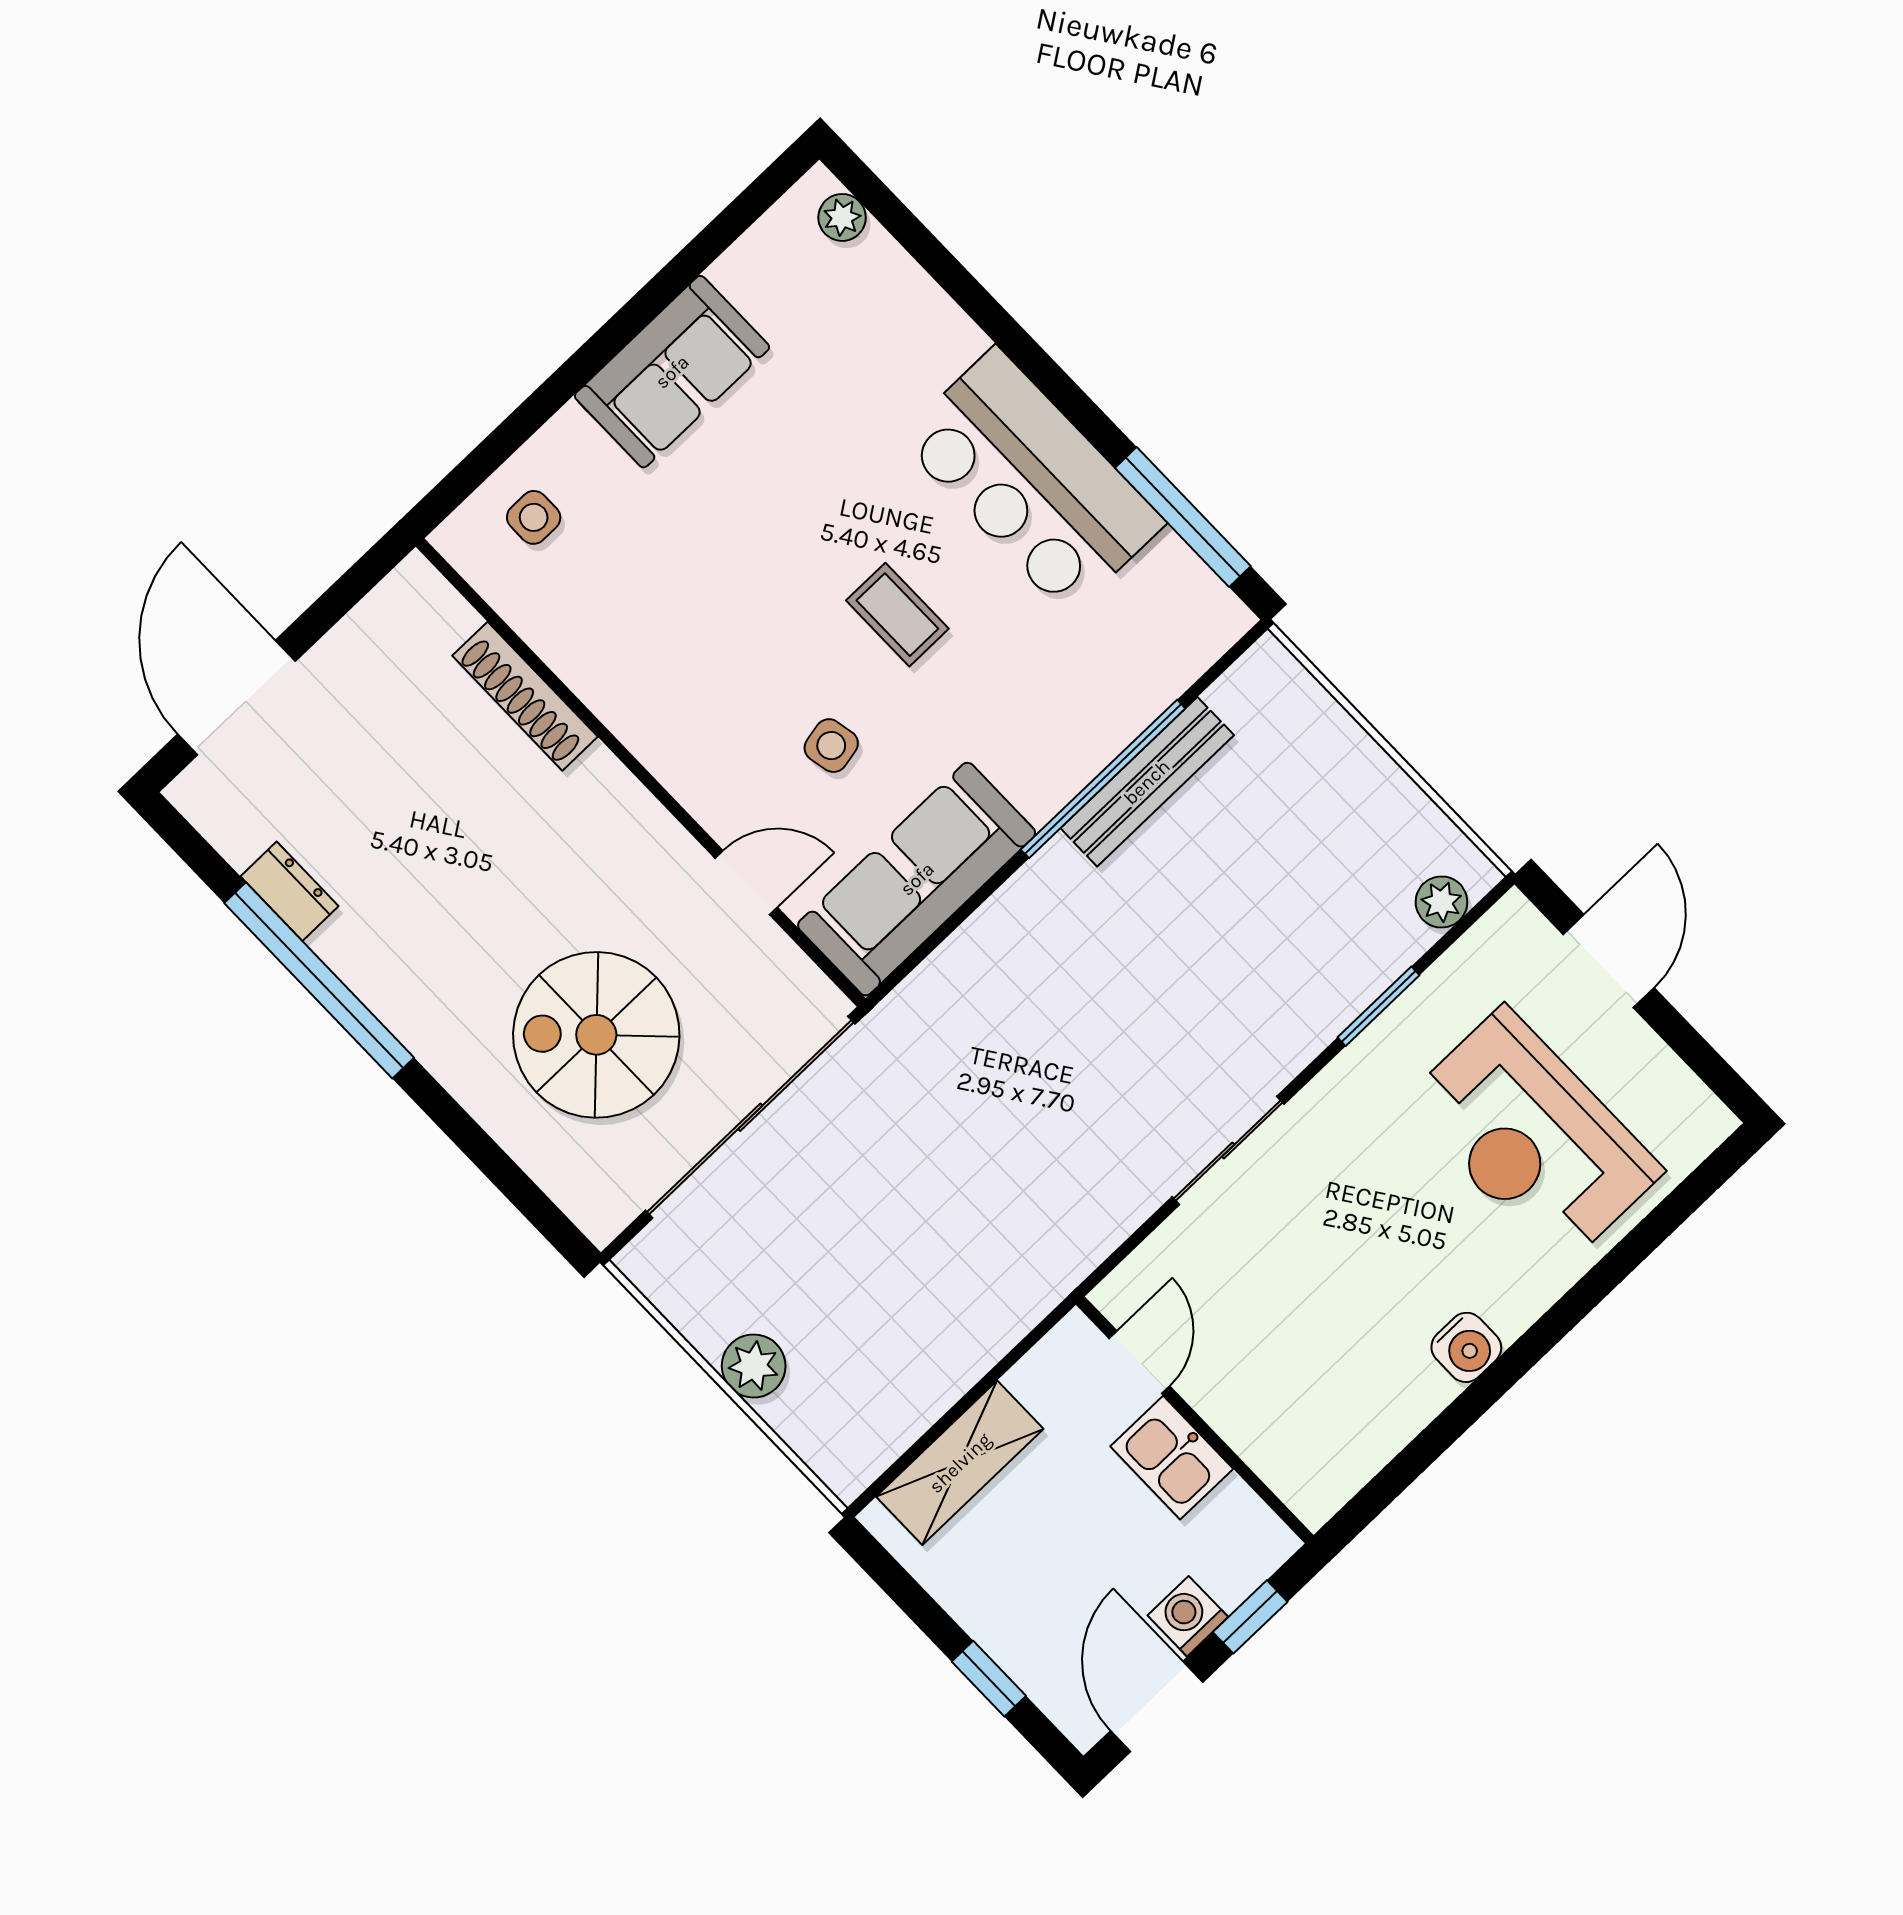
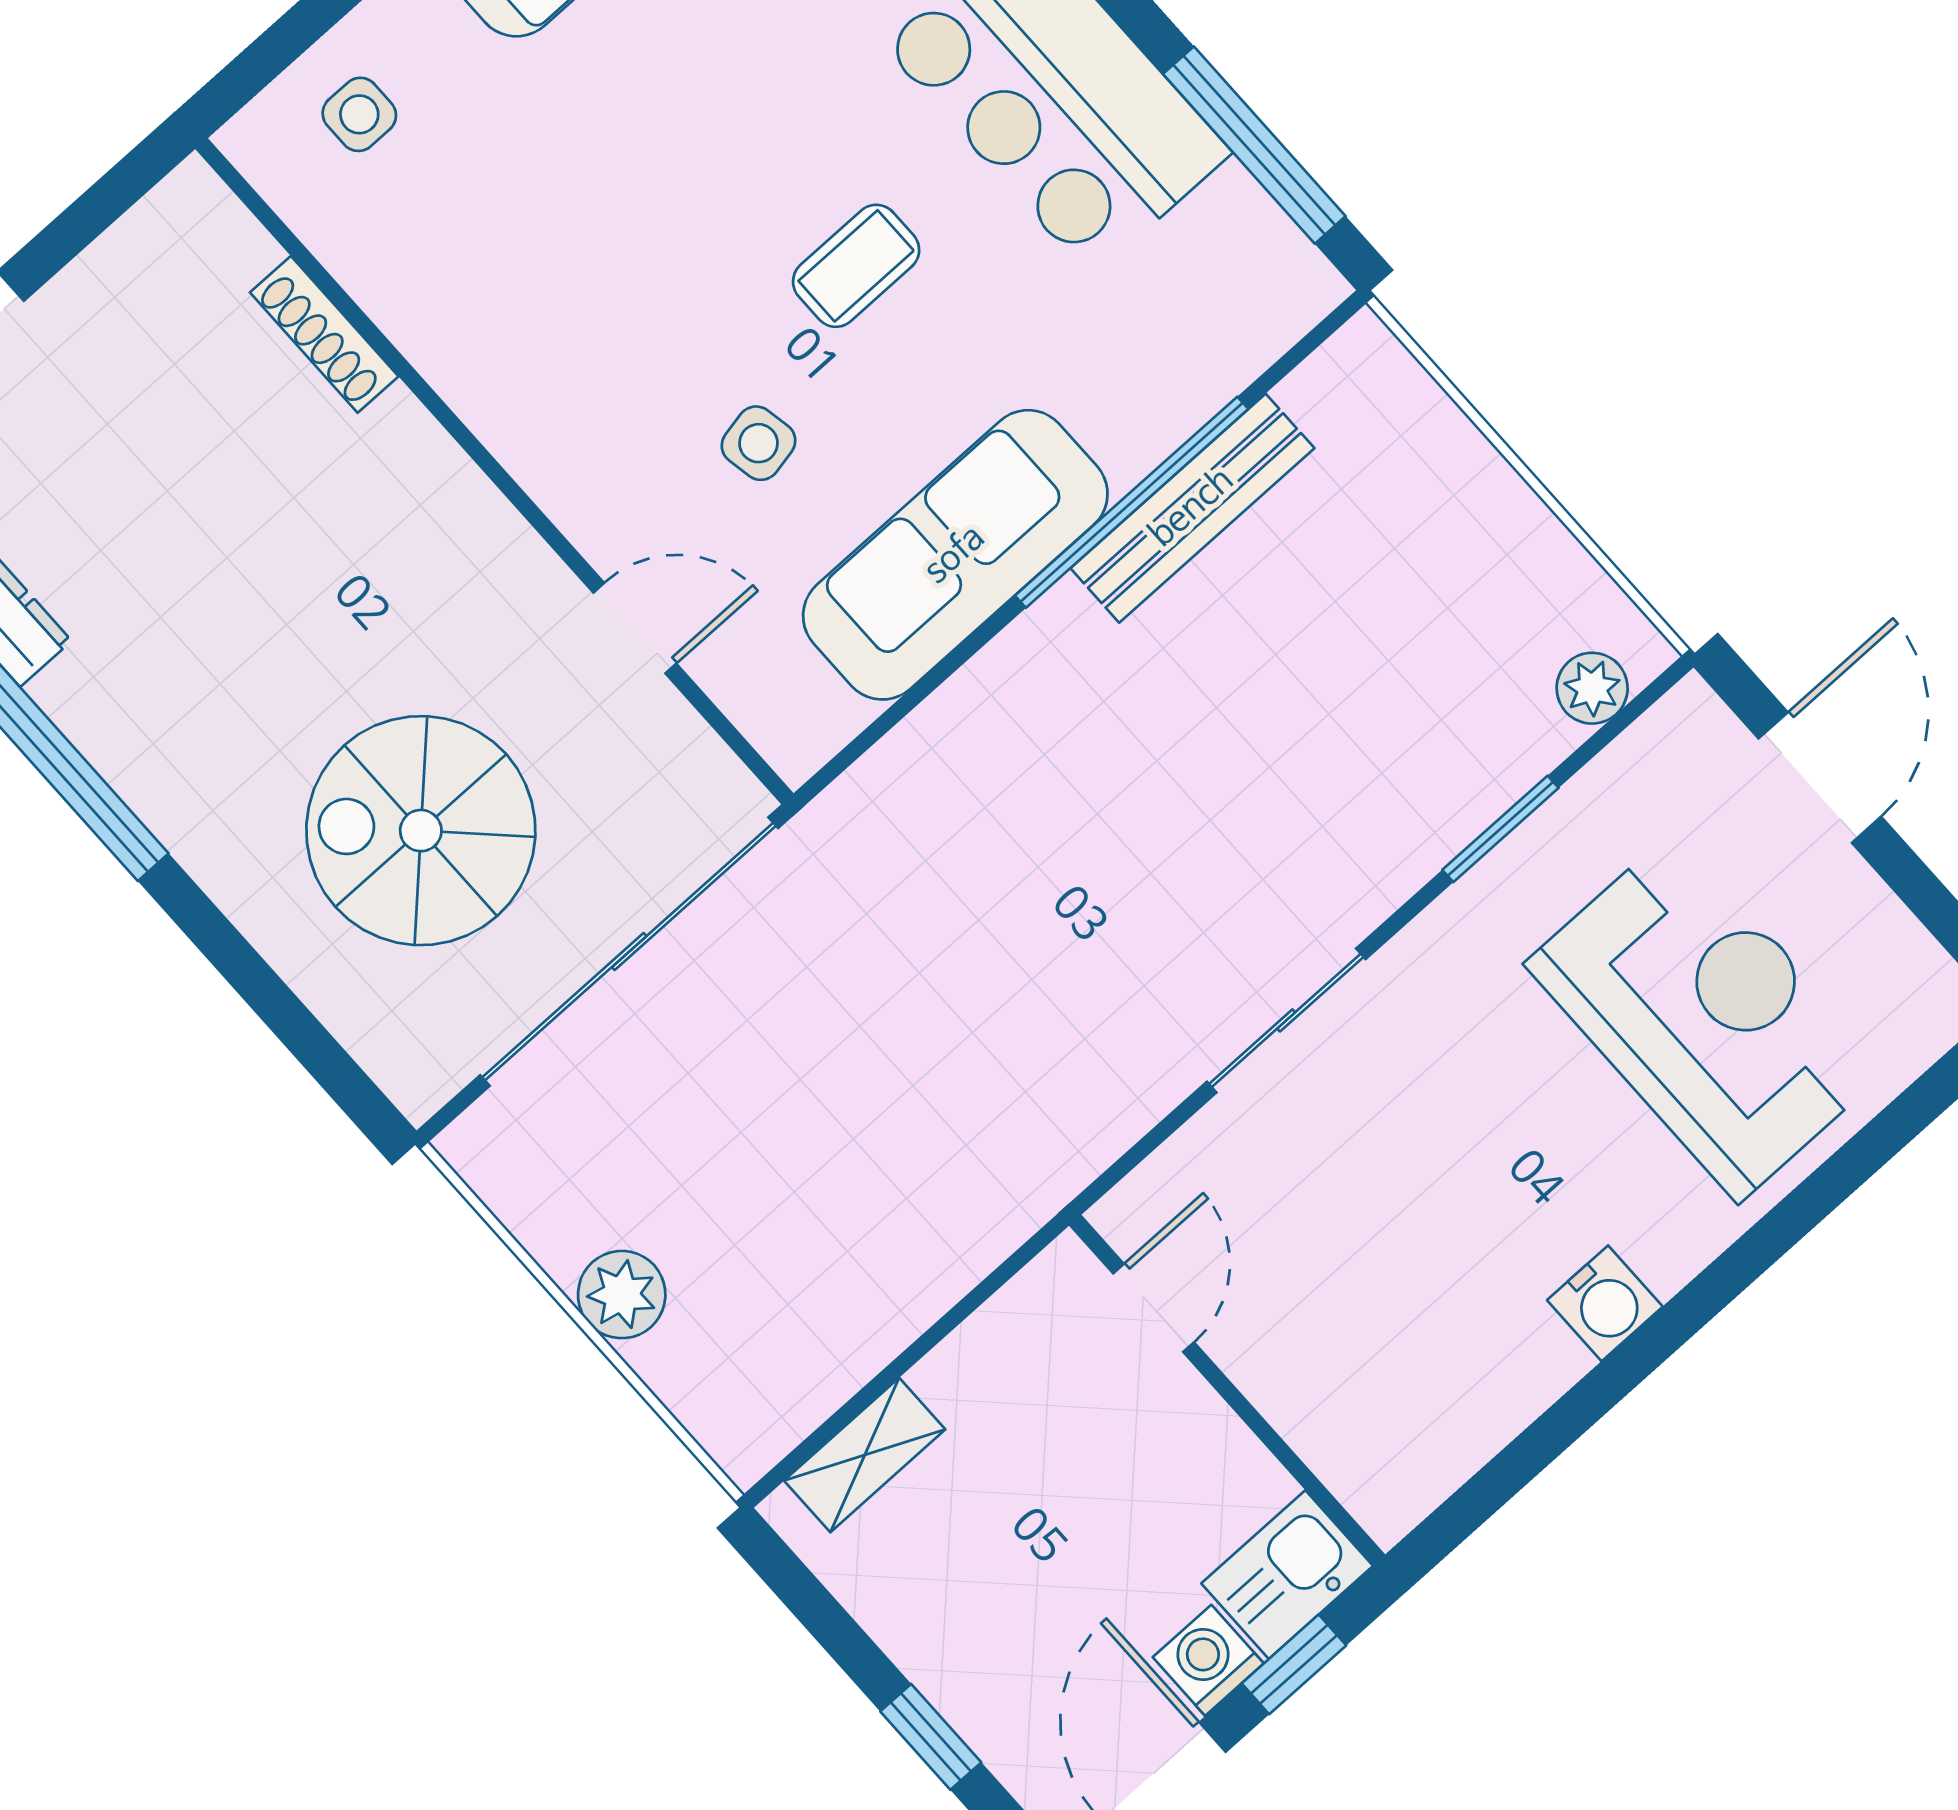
coffee table: (897, 615) -> (856, 266), turned 90
shoe rack: (525, 696) -> (324, 334), width x0.74, depth x0.81
sofa: (917, 879) -> (955, 555), moved
reception desk: (1532, 1137) -> (1706, 1017), turned 180
kitchen sink: (1172, 1458) -> (1287, 1575), moved, turned 90
shelving: (960, 1463) -> (865, 1455), width x0.67, depth x0.75

